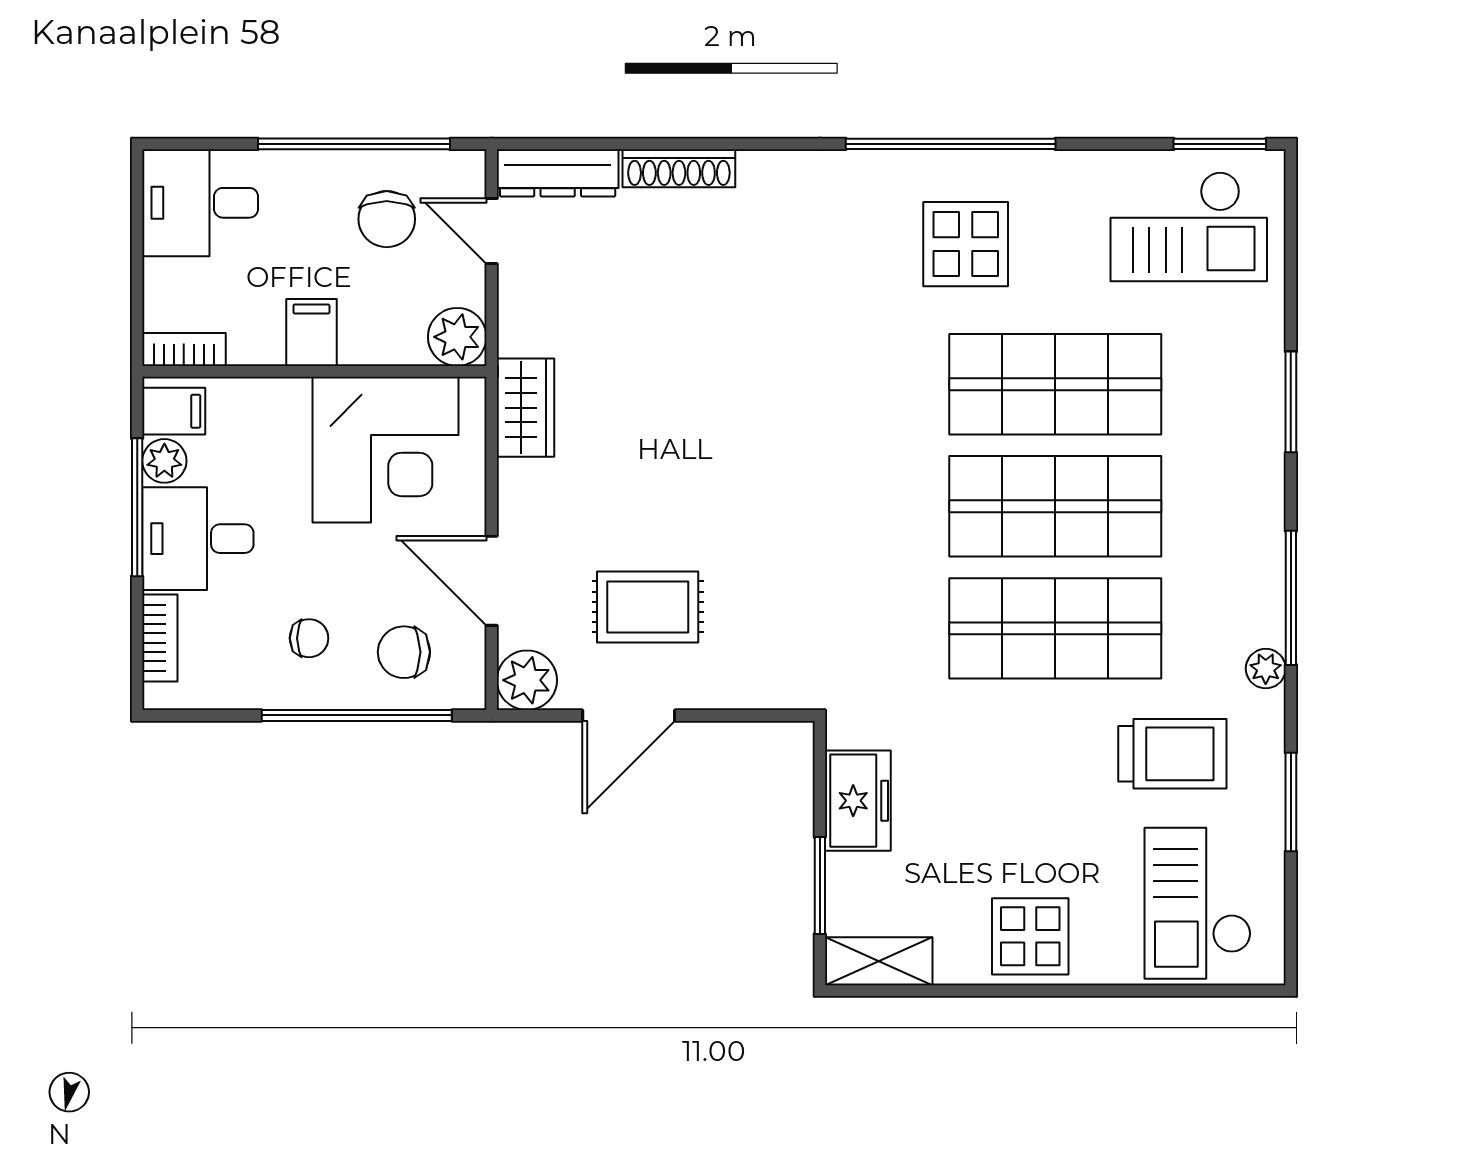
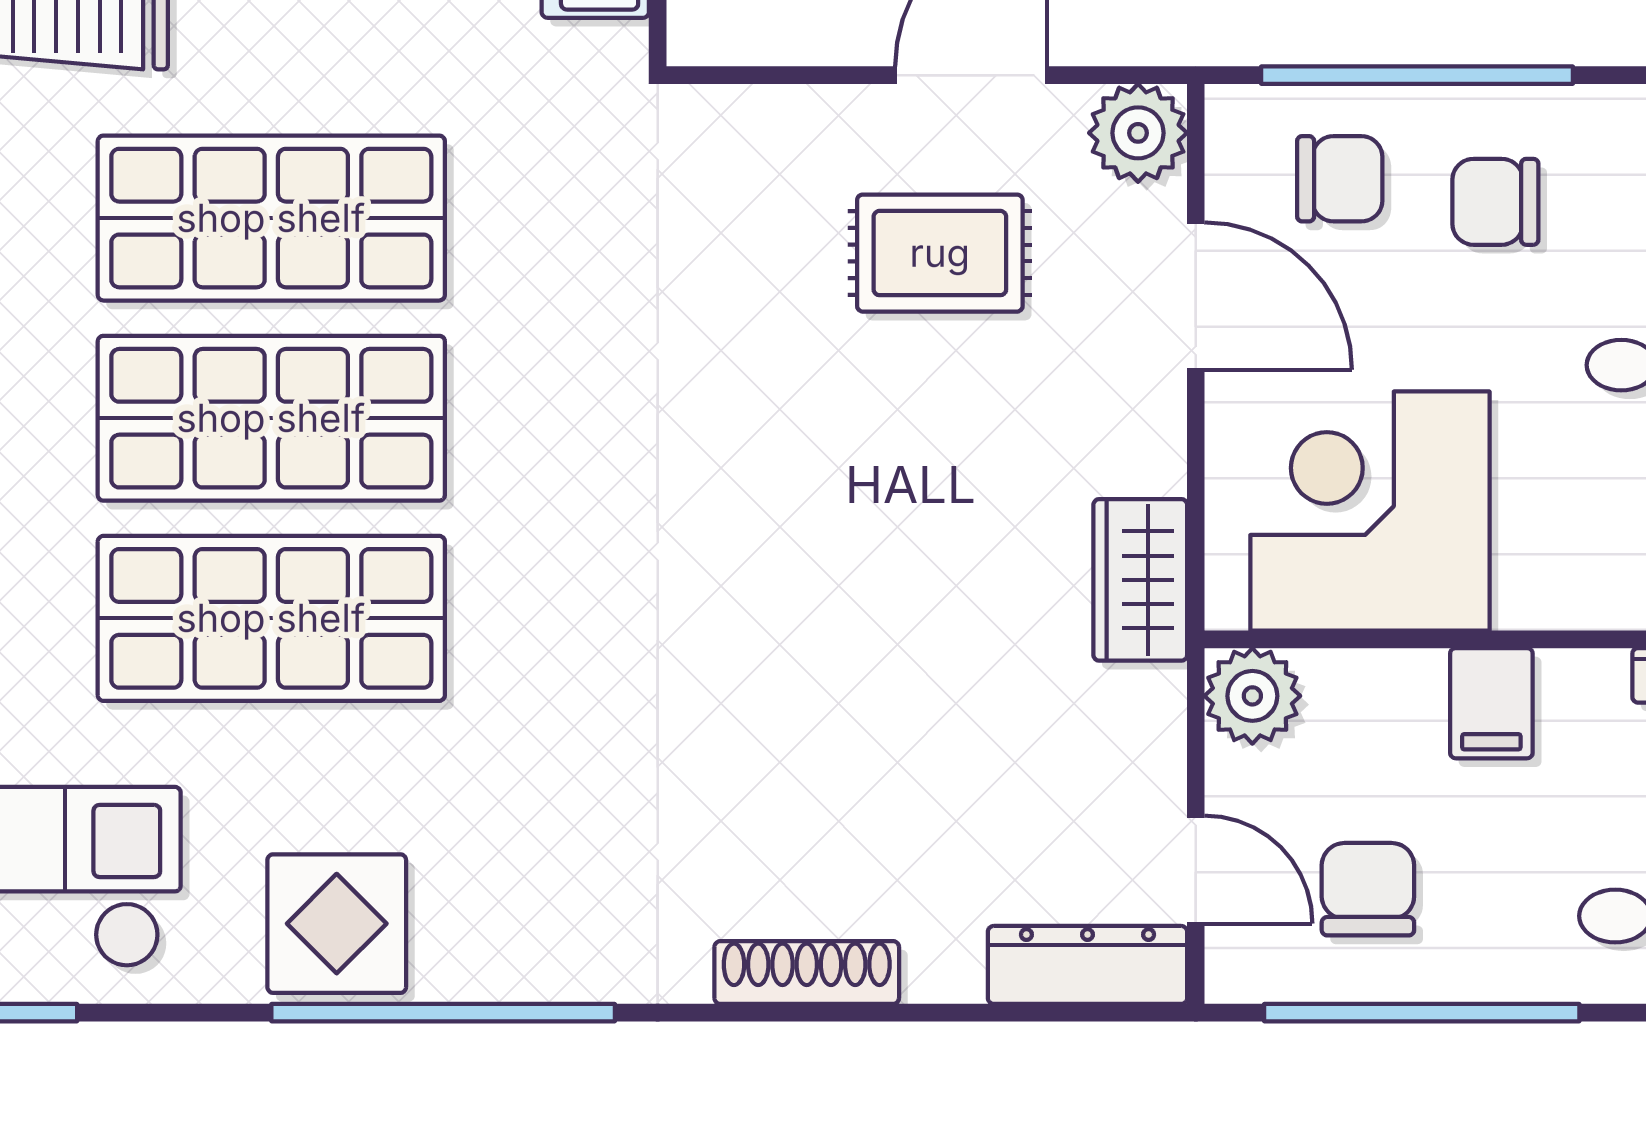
shoe rack: (679, 168) -> (807, 973), moved
display table: (966, 244) -> (337, 924), moved
chair: (309, 638) -> (1495, 202), width x1.37, depth x1.37

